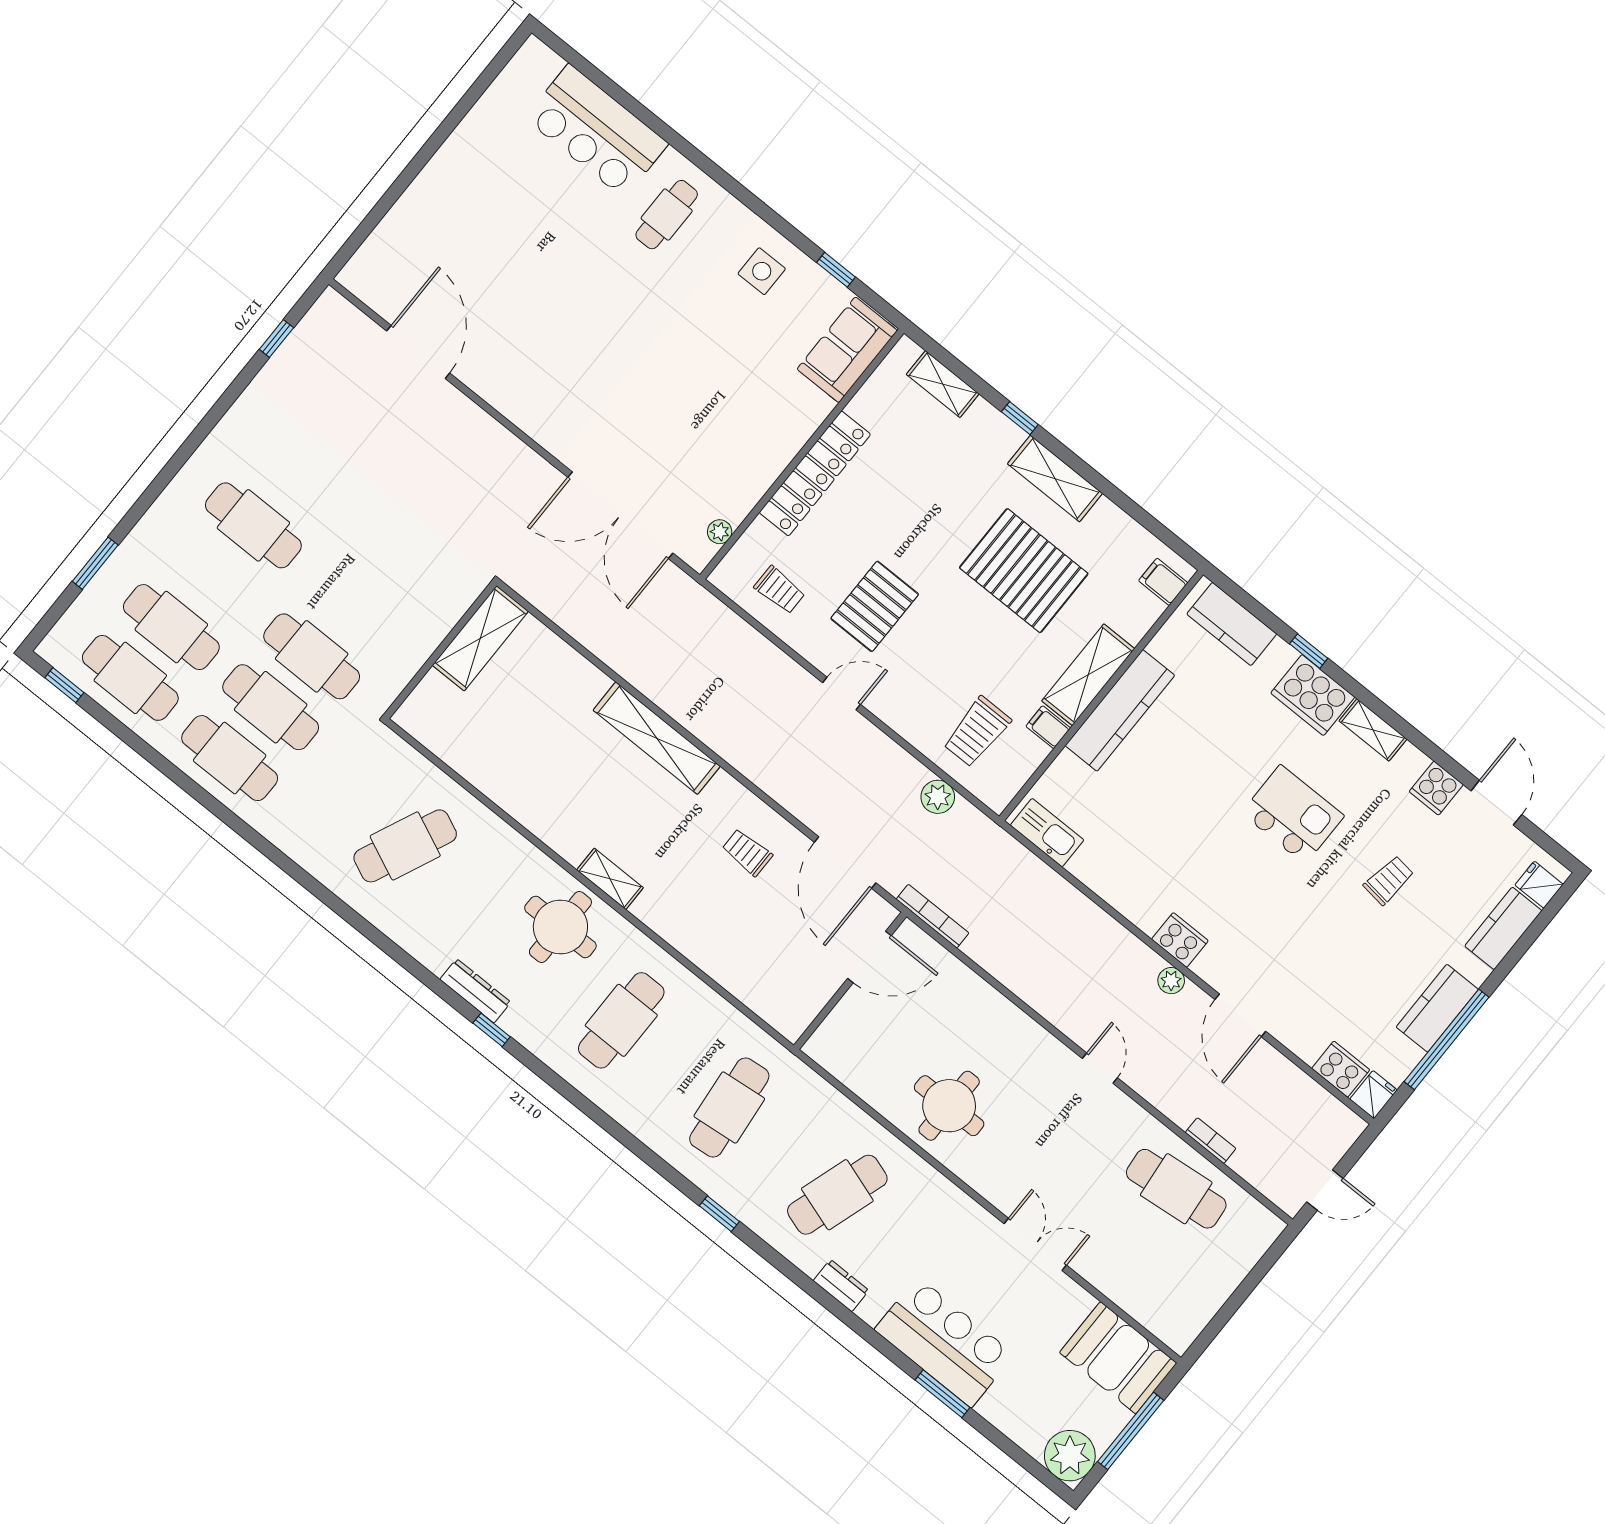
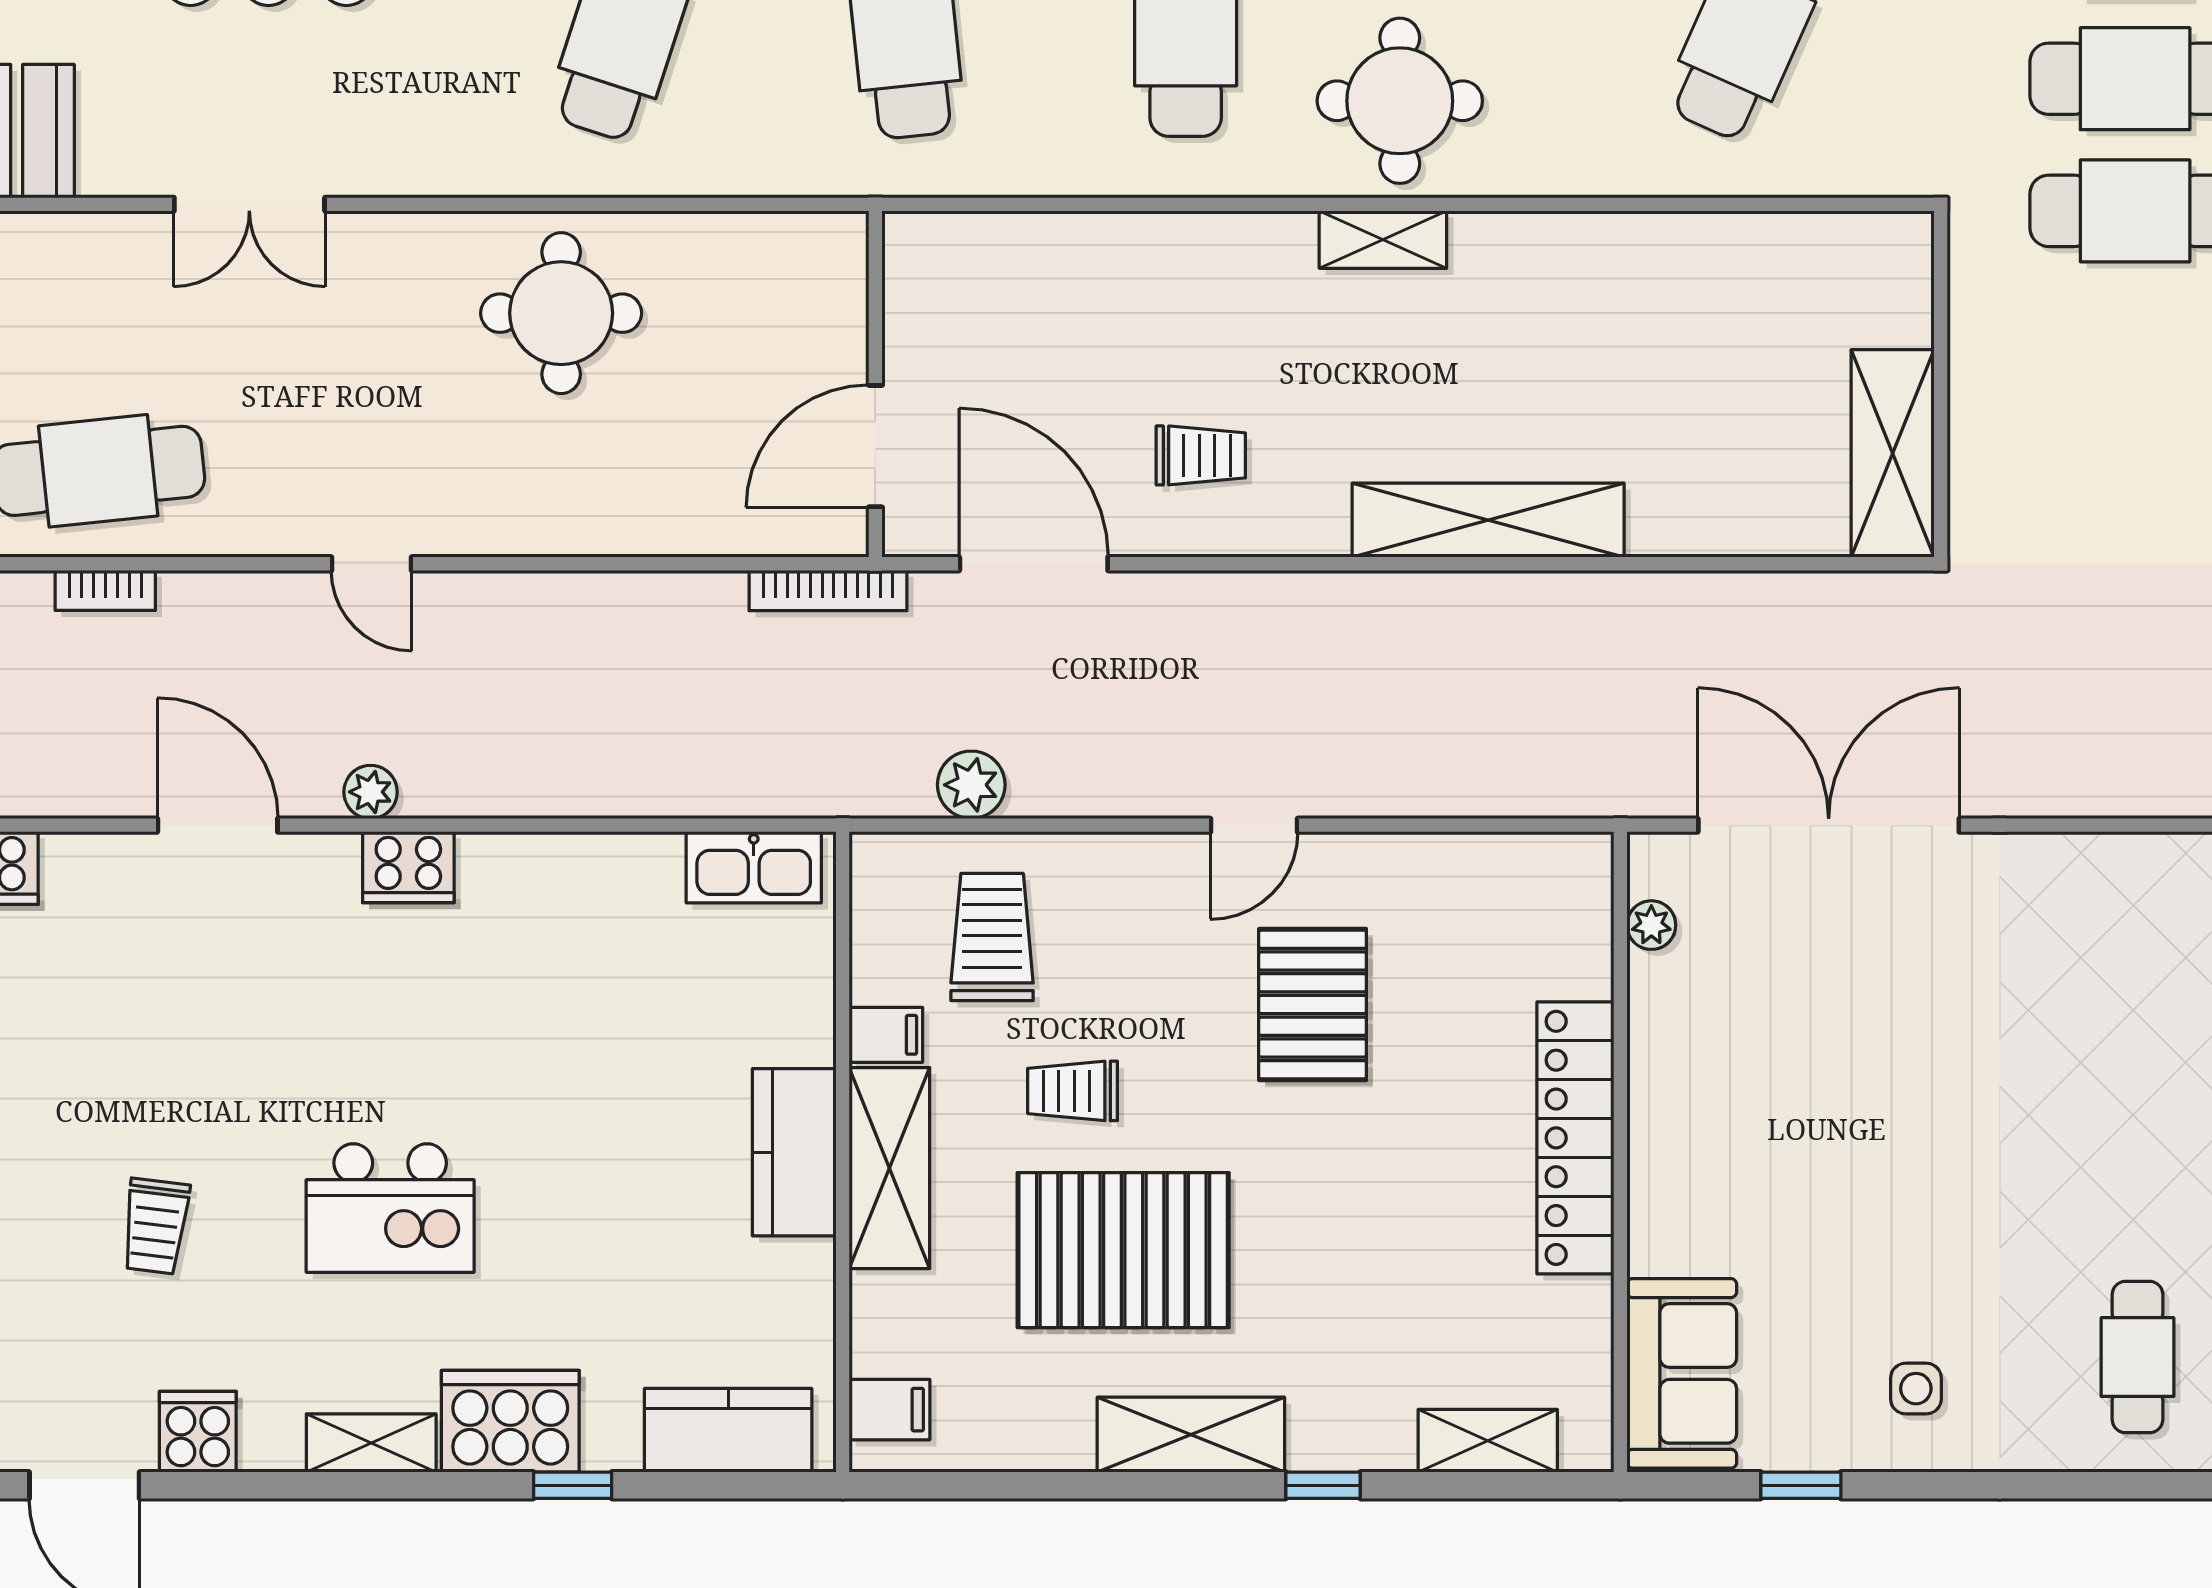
side table: (762, 271) -> (1916, 1389), width x0.73, depth x0.73
trolley: (780, 590) -> (1073, 1091), moved
kitchen counter: (1120, 710) -> (794, 1152), width x0.67

